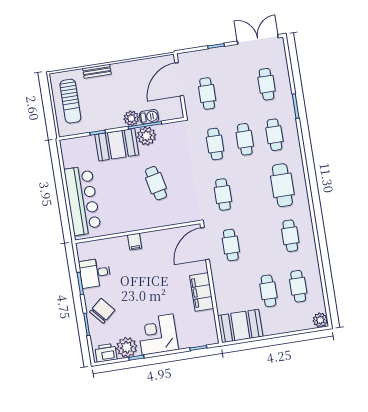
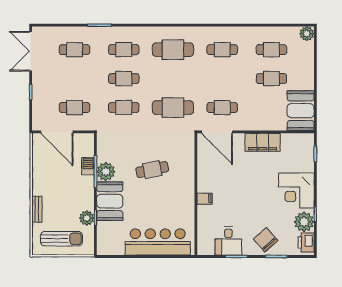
plant: (131, 118) -> (87, 218), moved
cafe table: (223, 195) -> (173, 108), width x1.37, depth x1.35

